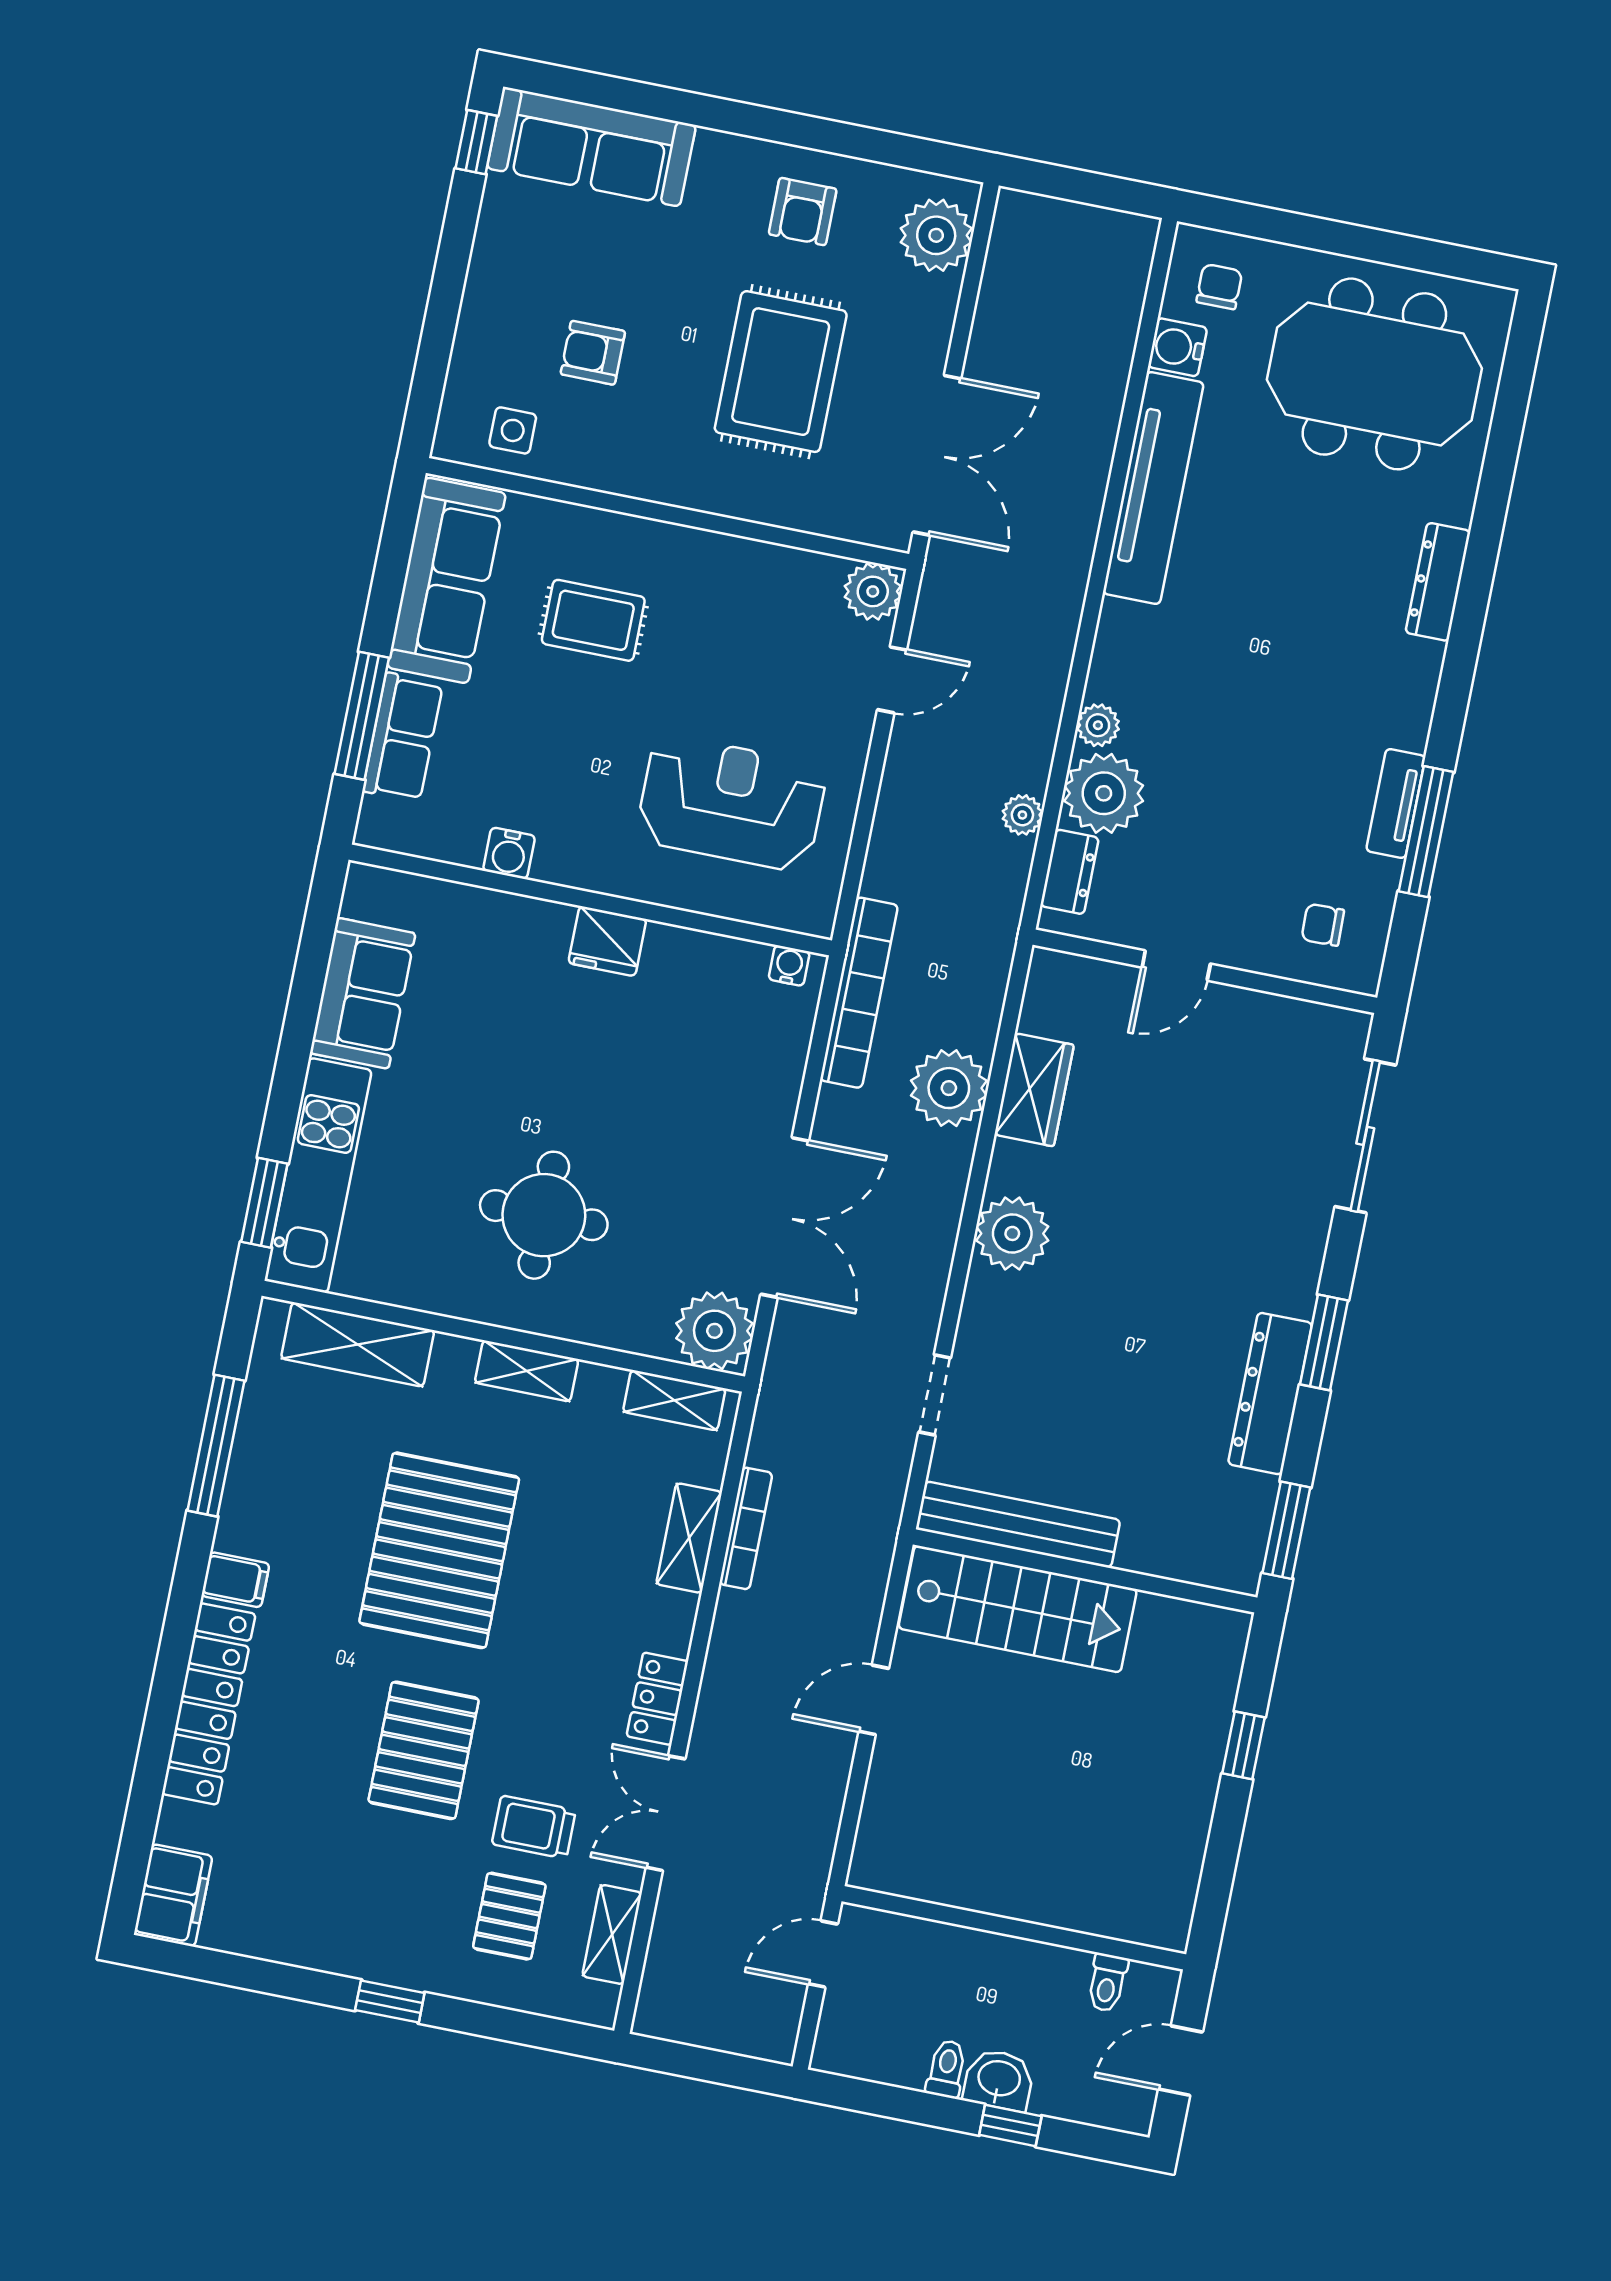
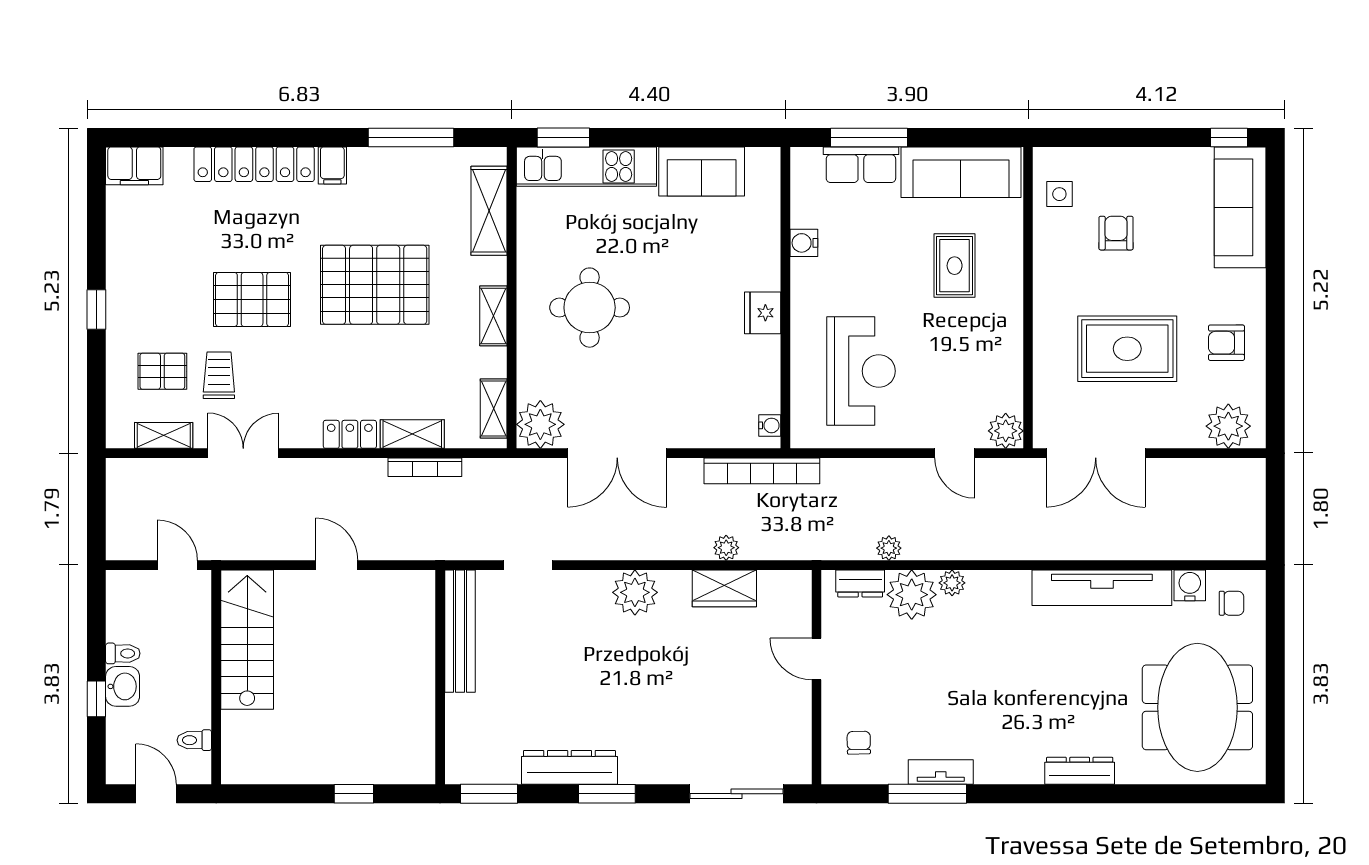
plant: (949, 1088) -> (726, 548), width x0.53, depth x0.53
stairs: (1018, 1609) -> (247, 640), moved, turned 180
locker: (657, 1699) -> (350, 434), moved

